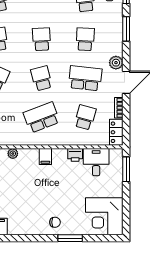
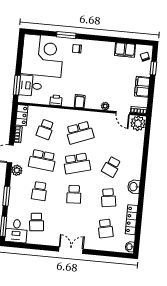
school desk: (42, 78) -> (77, 163), width x1.85
desk: (96, 162) -> (30, 86), moved, turned 90
corner desk: (104, 216) -> (42, 56), width x1.36, depth x1.36

